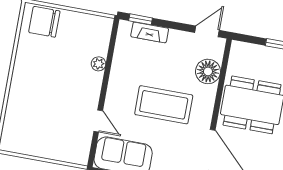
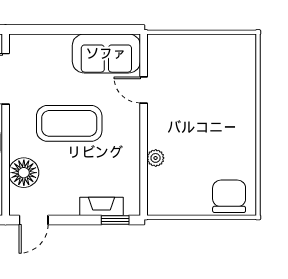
chair: (44, 22) -> (229, 196), turned -90

